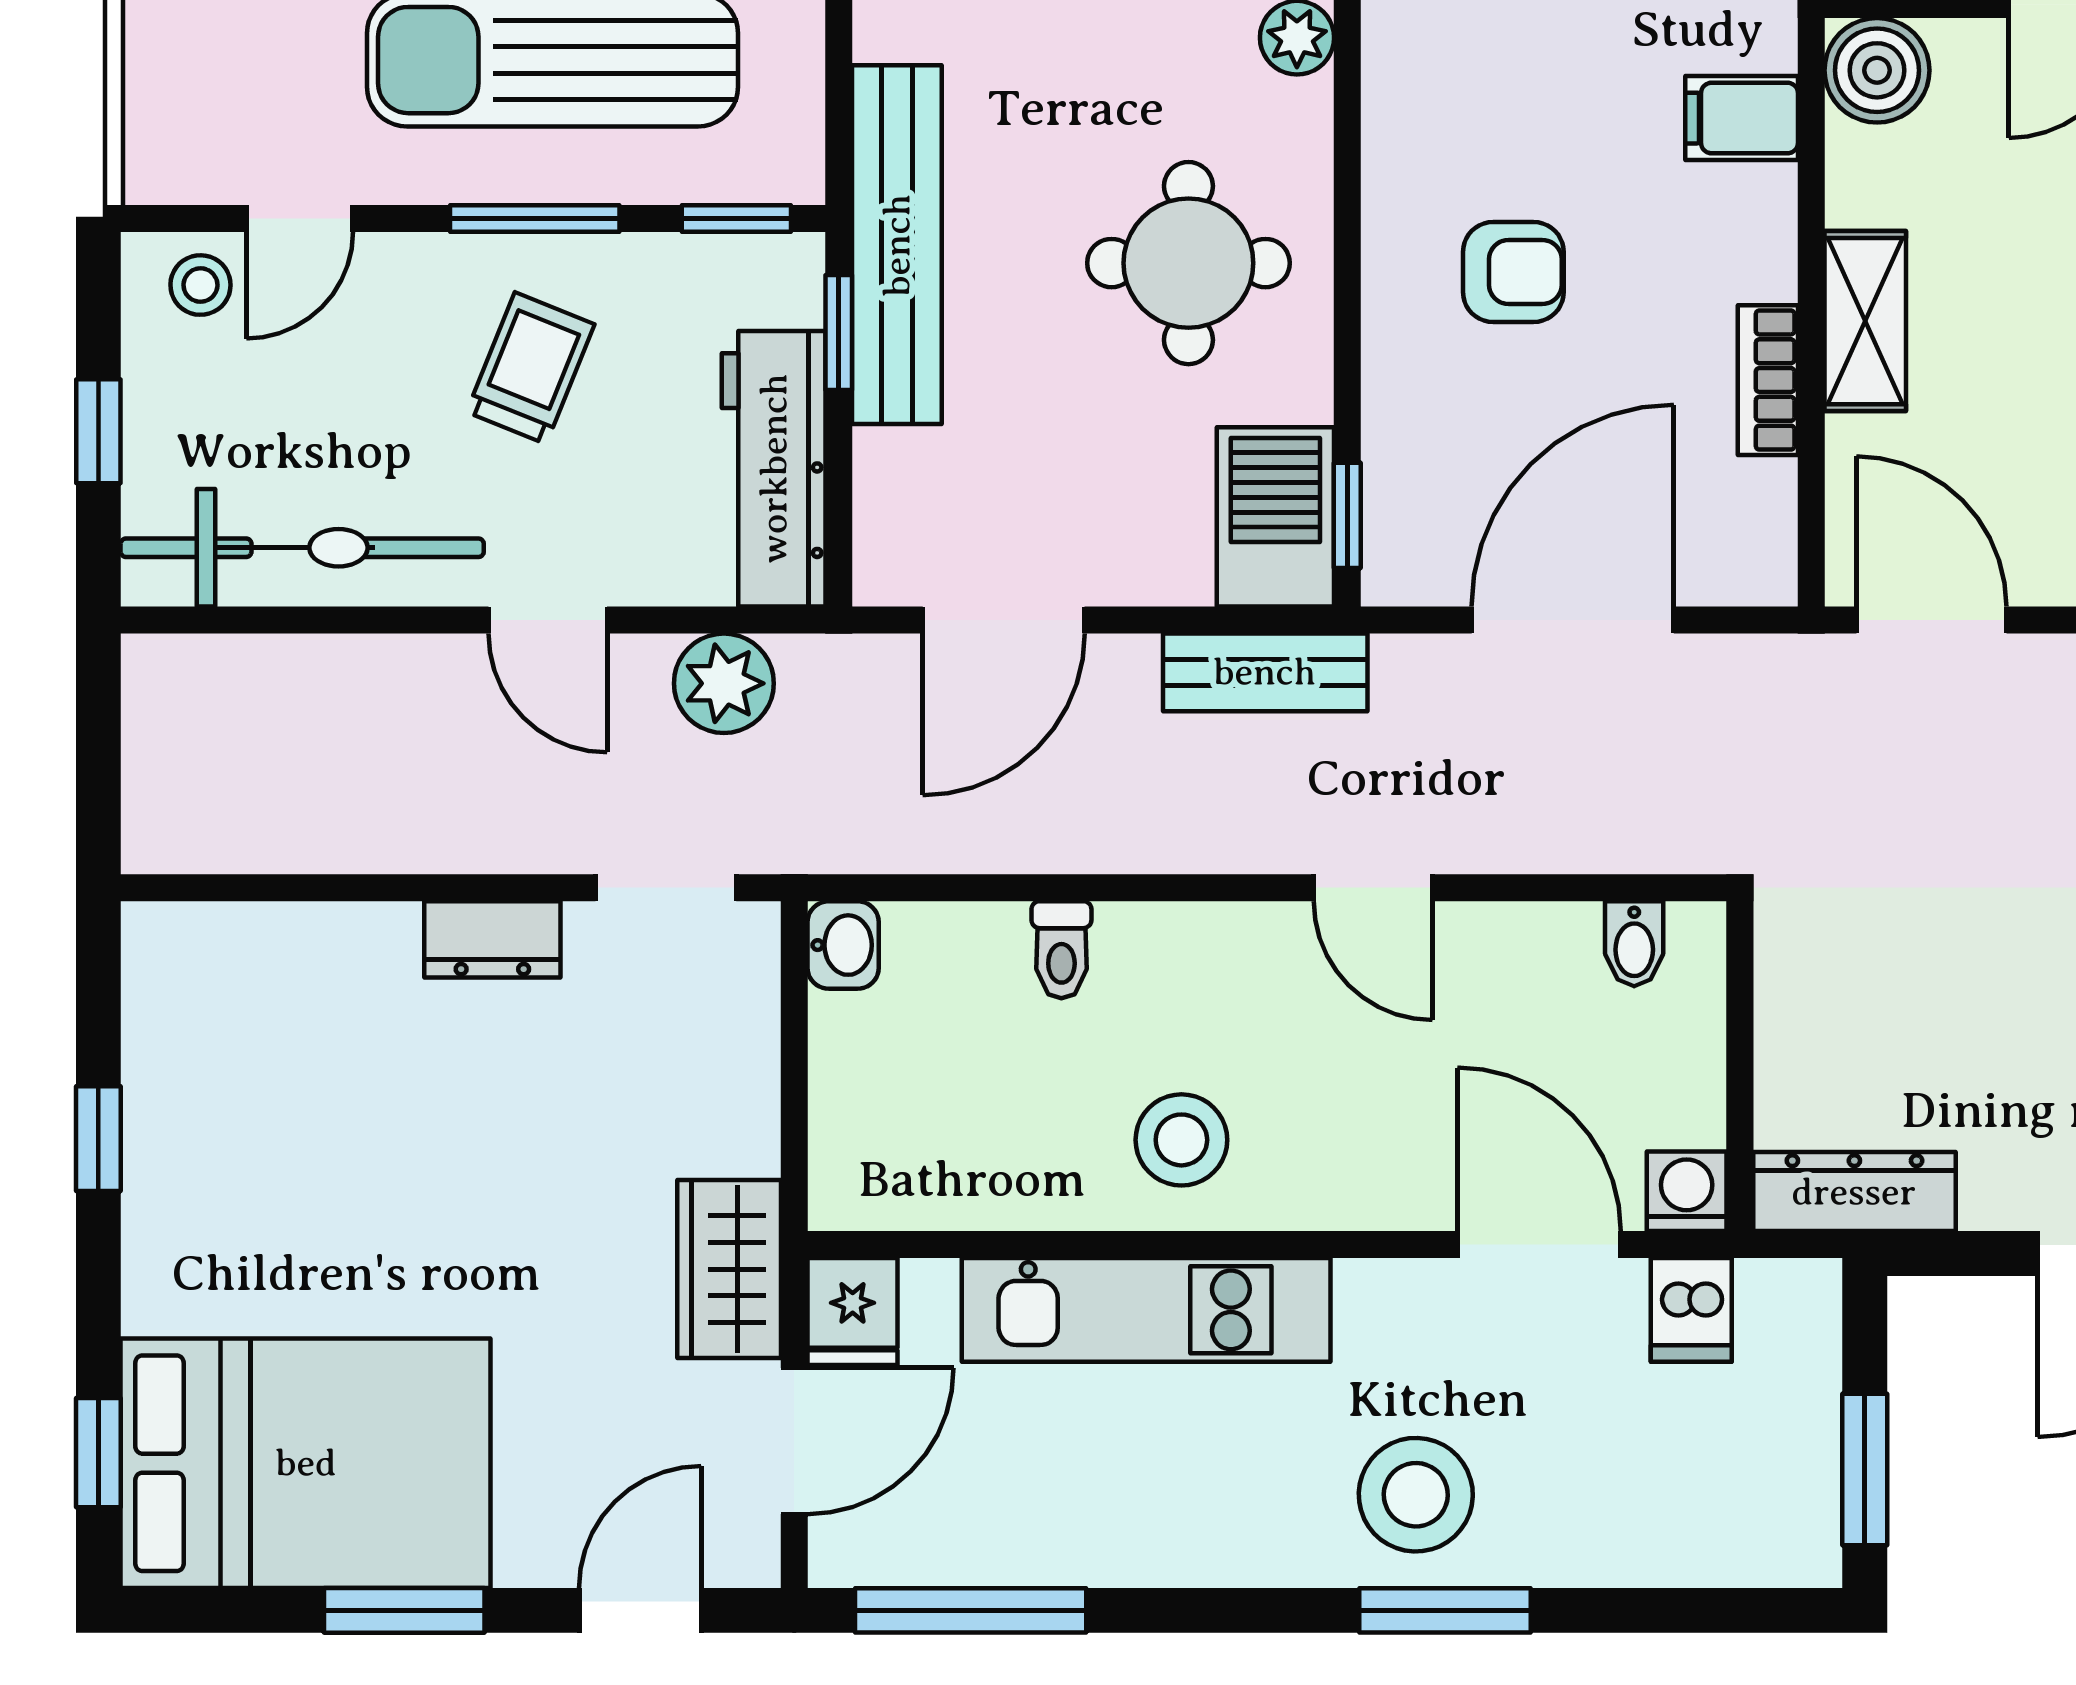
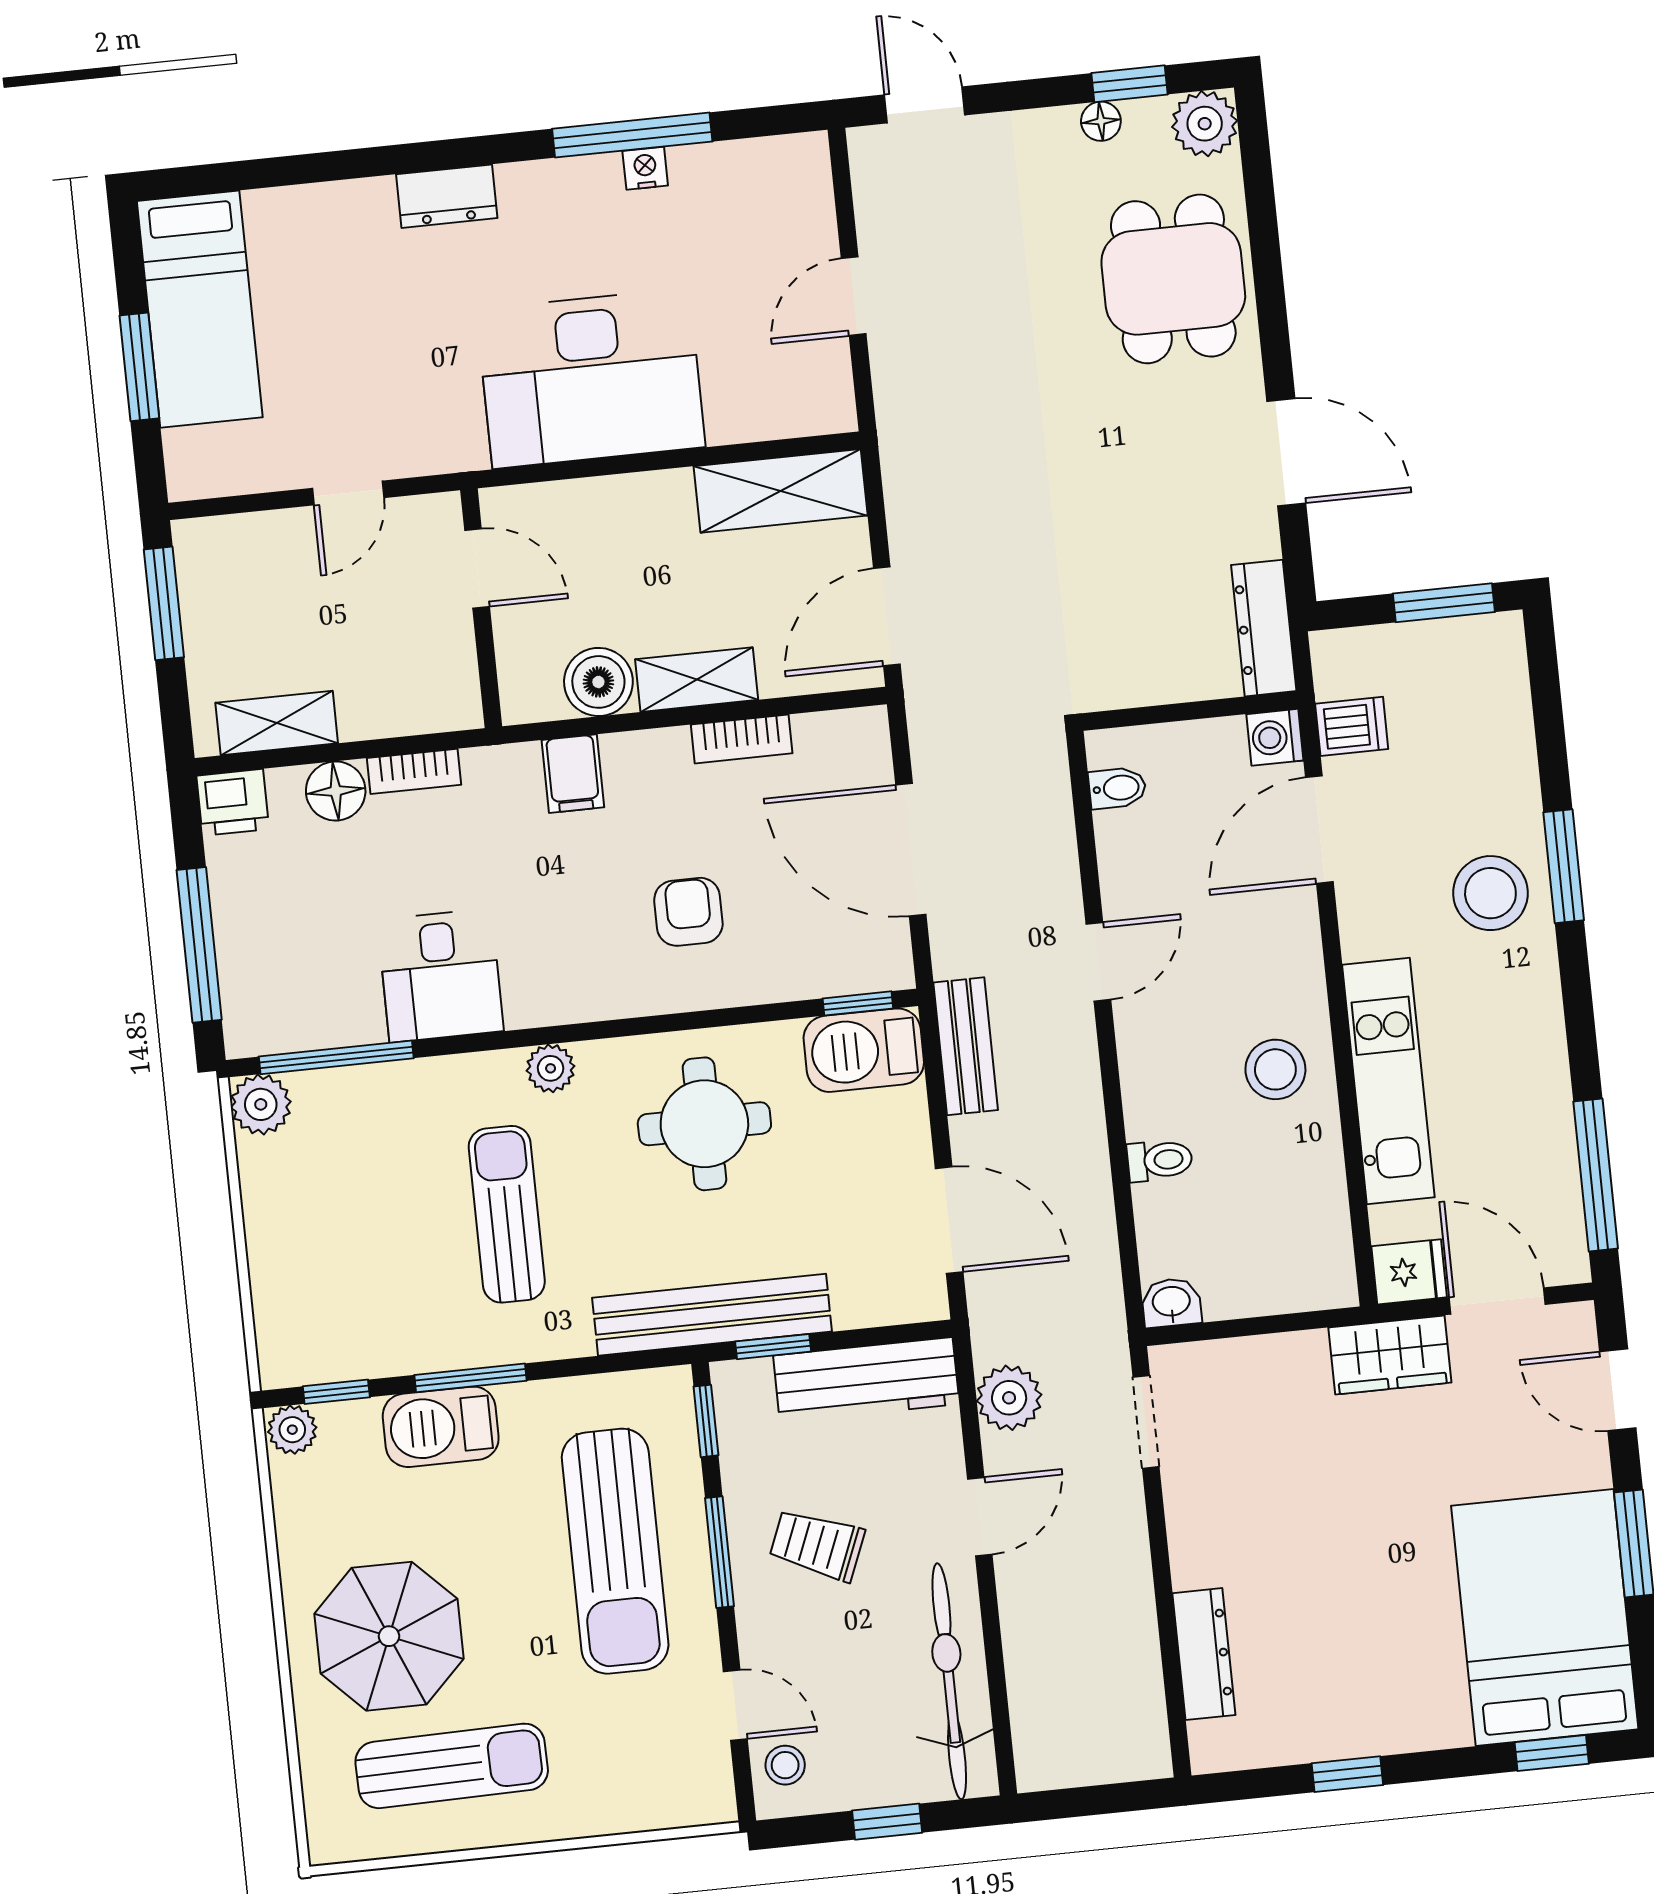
boiler: (1877, 70) -> (598, 682), moved
dresser: (492, 939) -> (1204, 1654), moved, width x1.44

